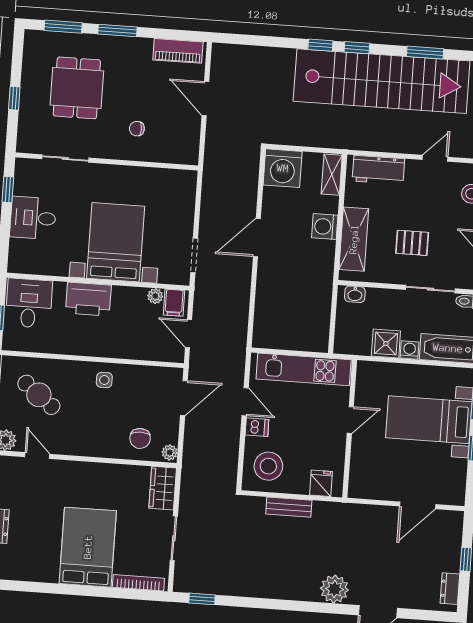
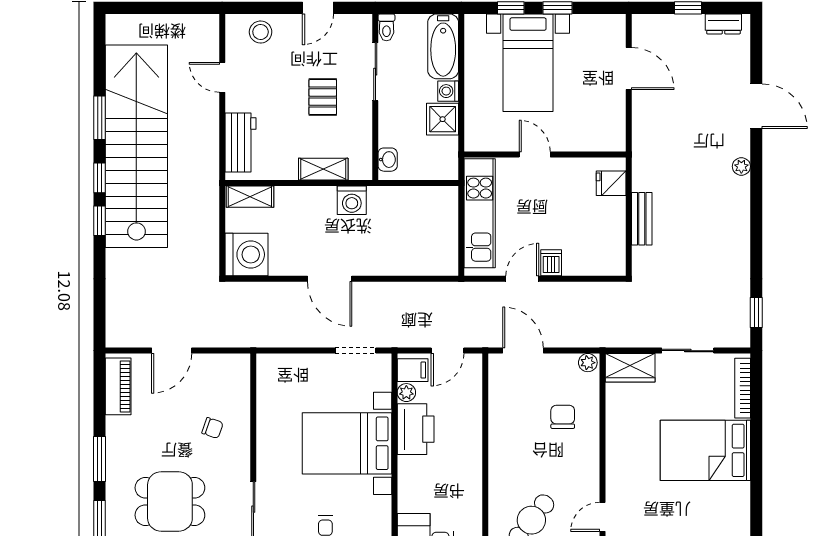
window: (425, 53) -> (100, 118), moved
chair: (137, 129) -> (212, 428), turned -71
washing machine: (325, 227) -> (352, 200), moved
shelving: (354, 239) -> (323, 169), width x0.67, depth x0.75
printer: (88, 299) -> (416, 429), moved
side table: (104, 380) -> (509, 445), removed
chair: (140, 438) -> (563, 417), moved, turned -90
stool: (268, 466) -> (596, 246), removed
plant: (334, 589) -> (741, 166), width x0.53, depth x0.53

